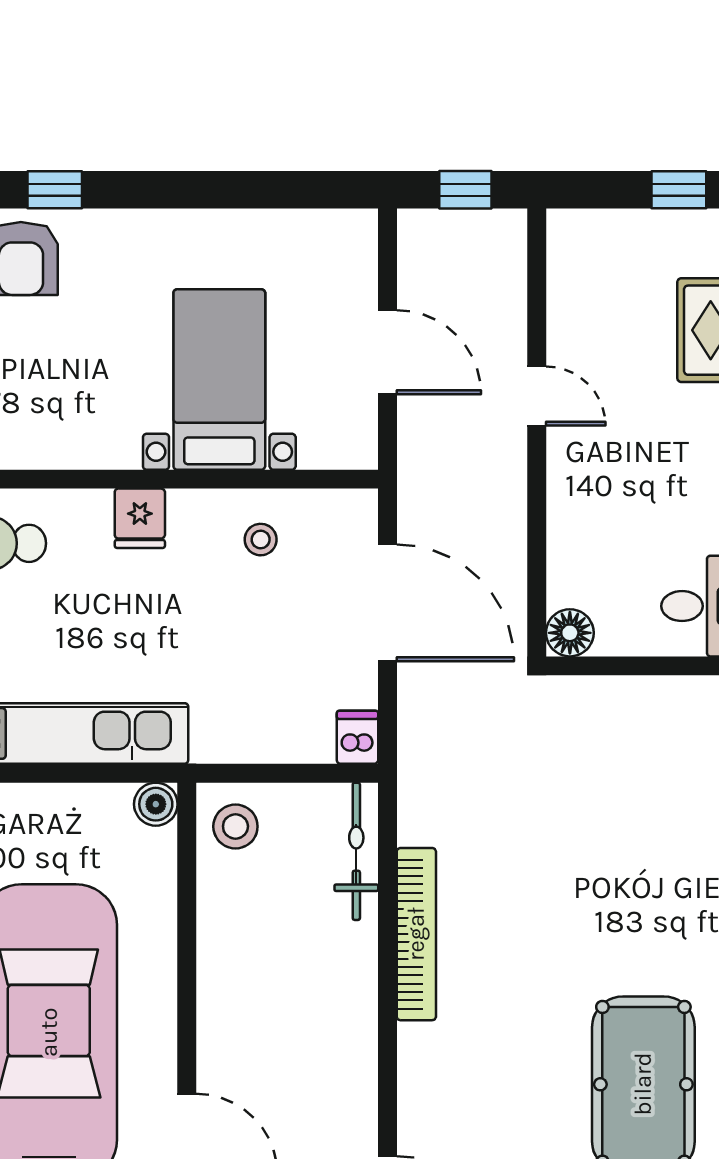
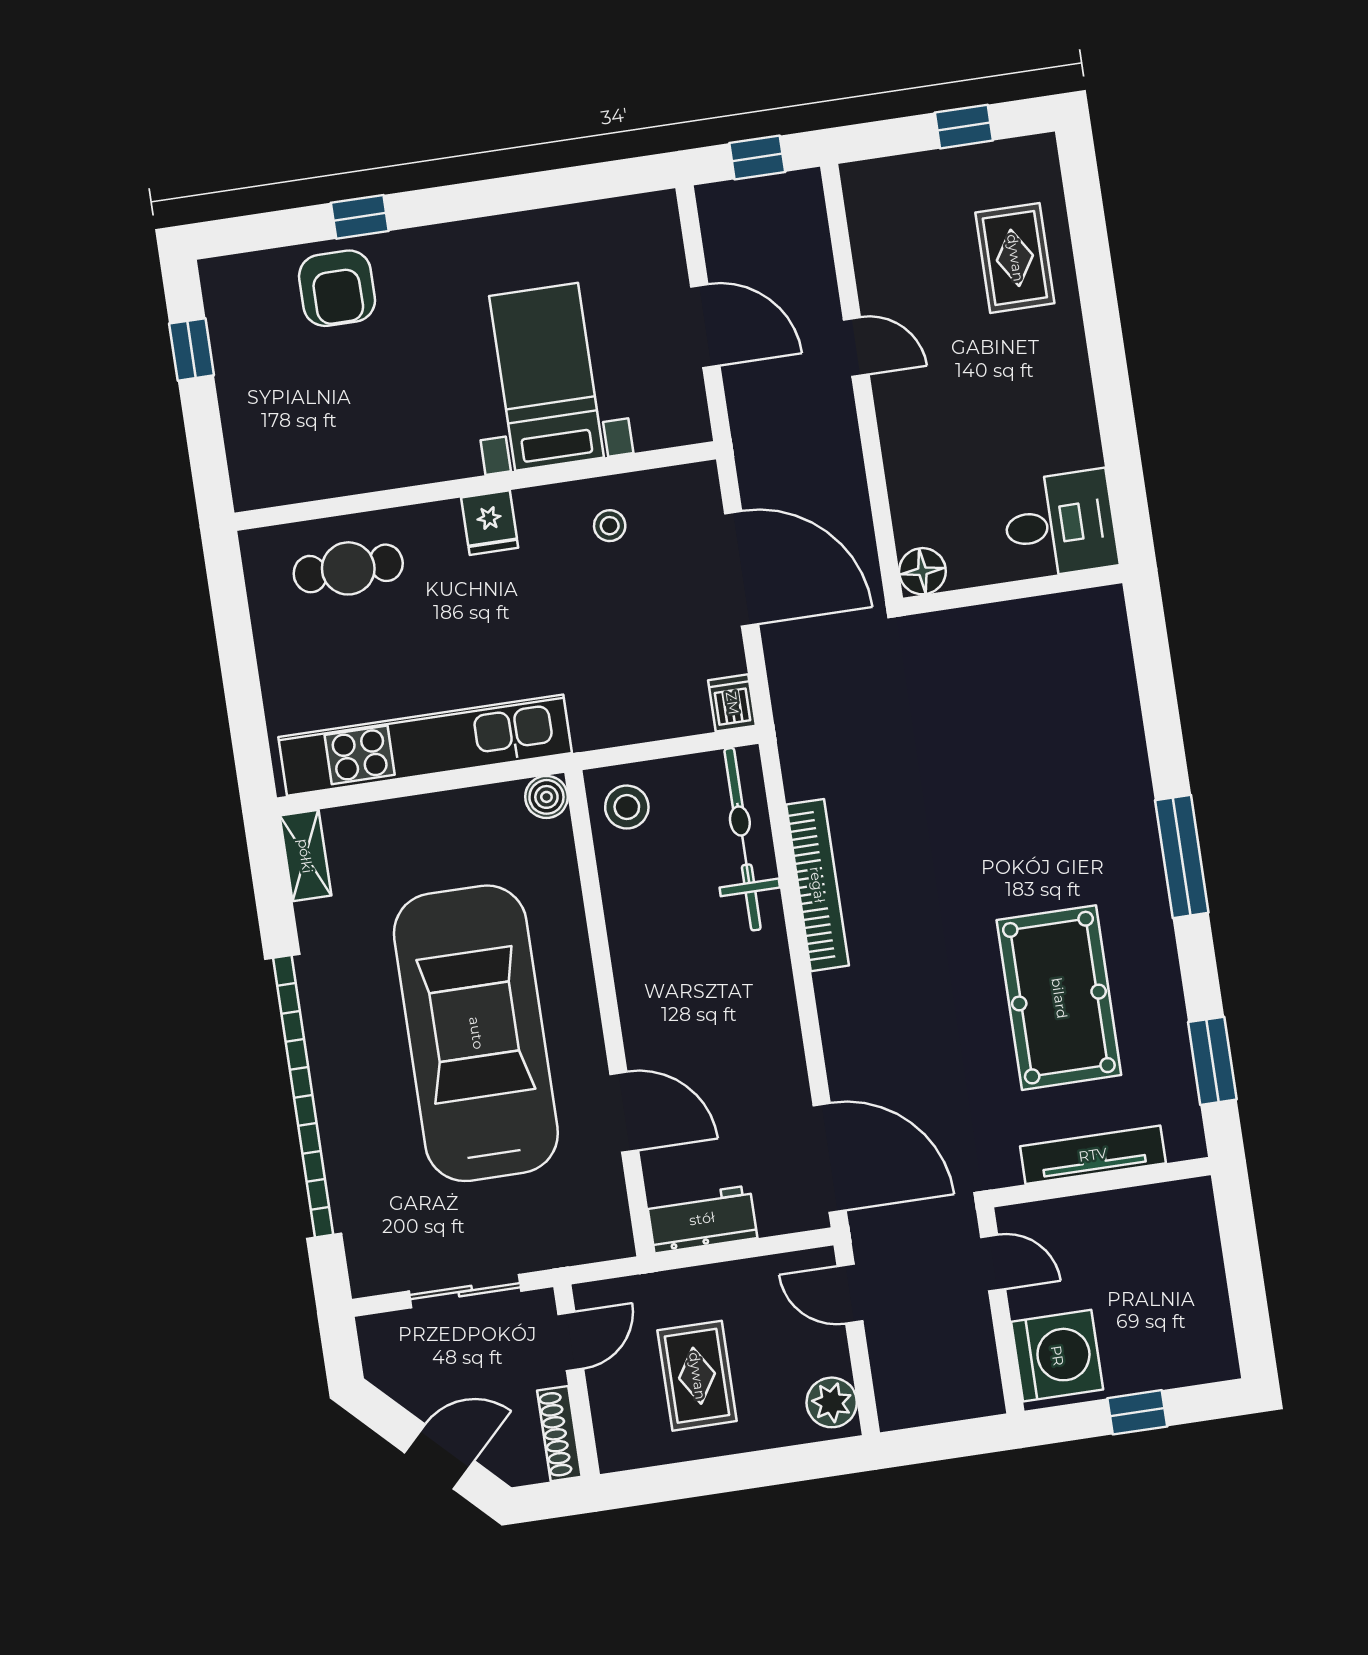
bicycle: (356, 851) -> (743, 839), width x1.37, depth x1.40

